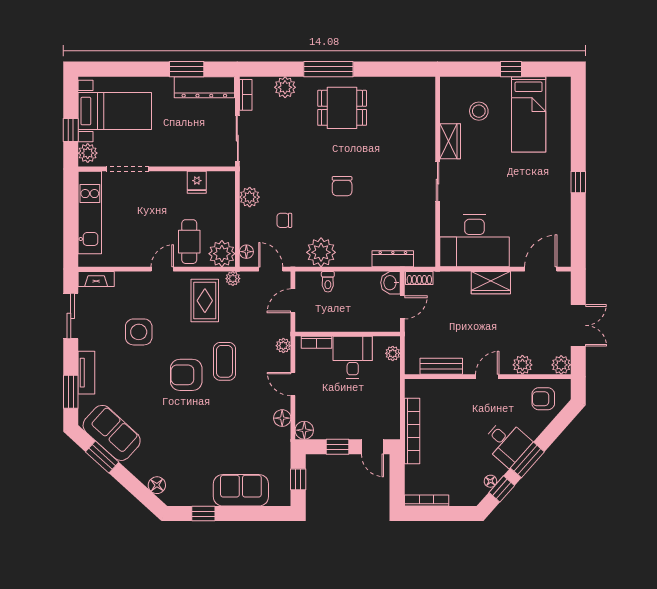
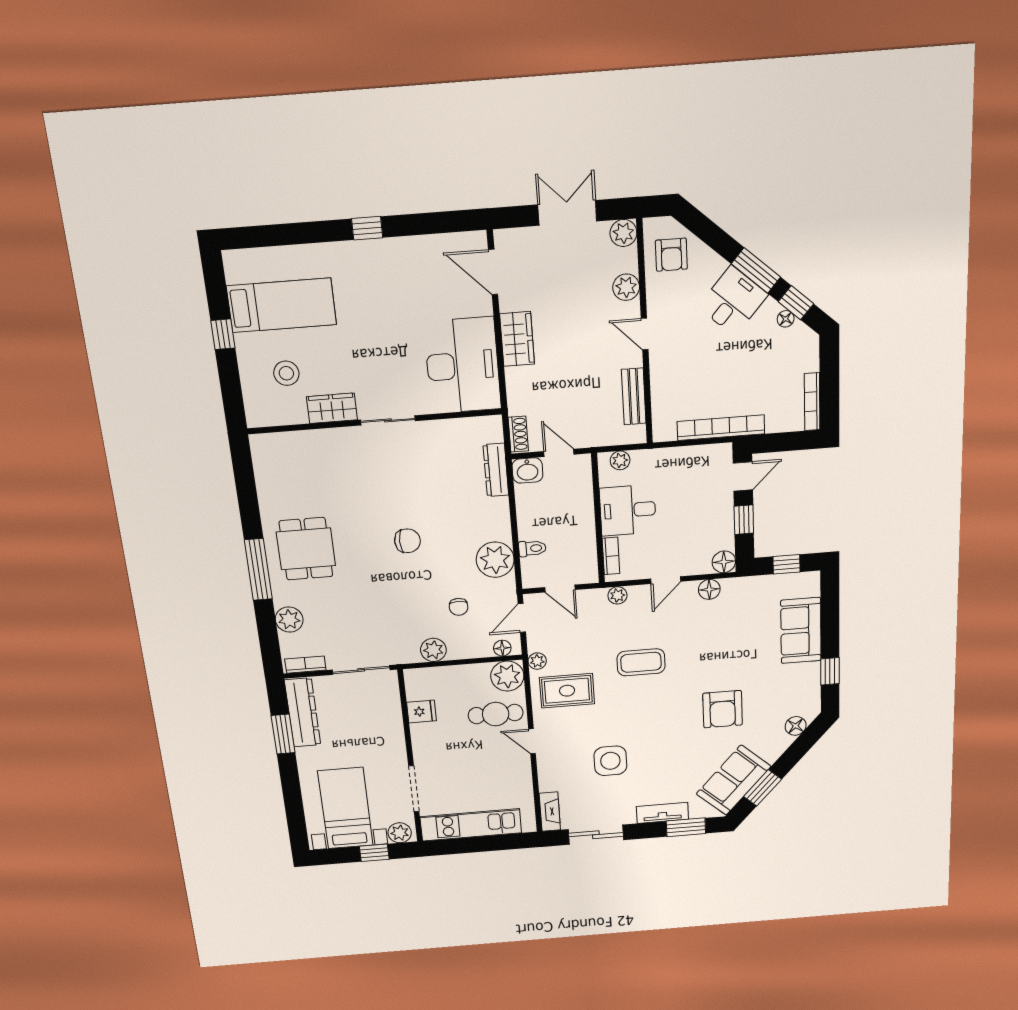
armchair: (186, 375) -> (723, 709), moved

